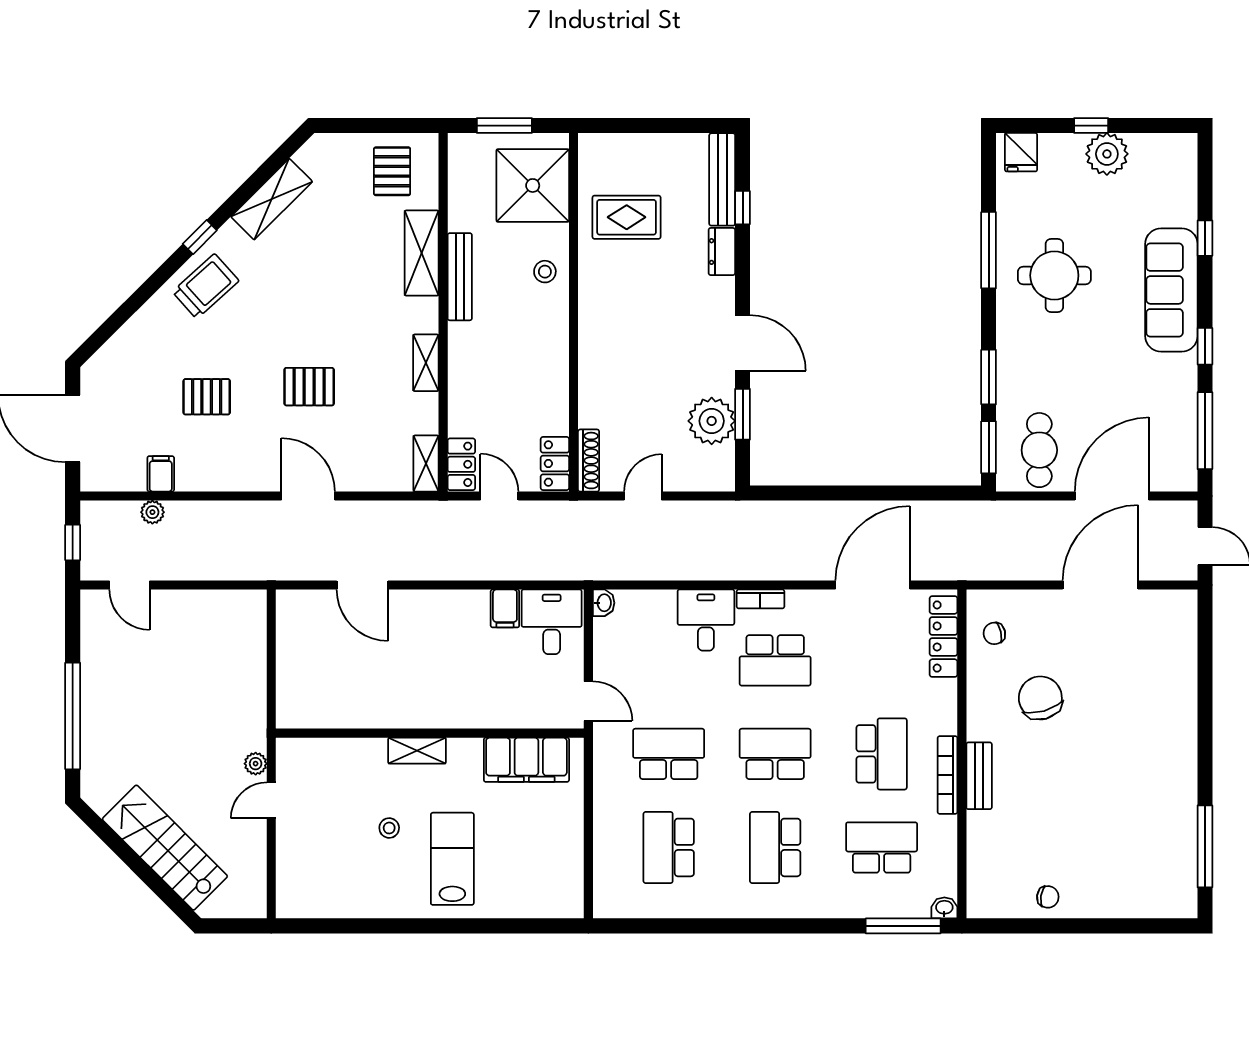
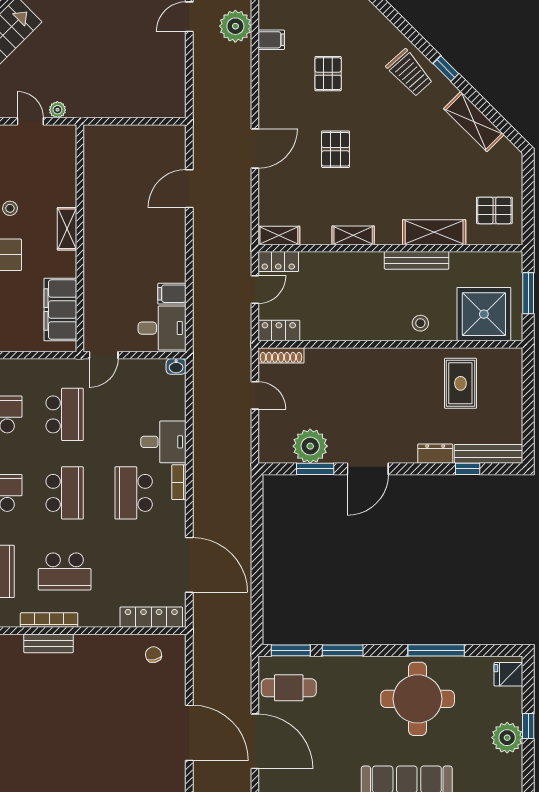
round table: (1054, 275) -> (418, 699), width x1.36, depth x1.36
plant: (152, 512) -> (235, 26), width x1.87, depth x1.87
chair: (1040, 698) -> (106, 689), removed

